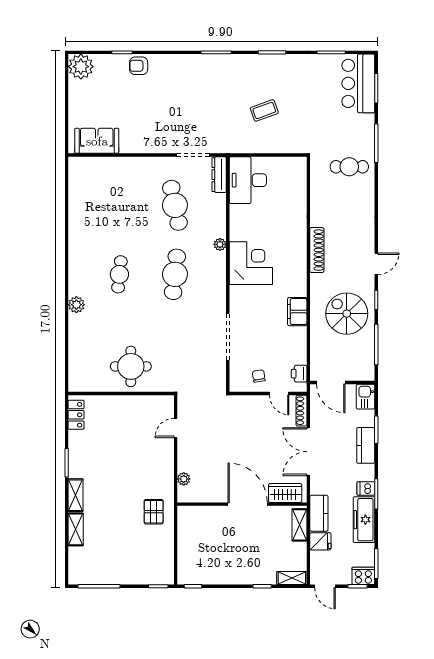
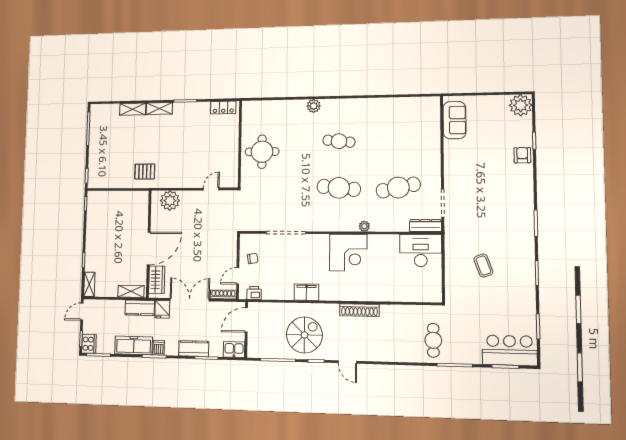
door: (176, 428) -> (211, 189), hinge flipped
plant: (184, 479) -> (170, 201), width x1.87, depth x1.87
fridge: (320, 541) -> (162, 309), moved

